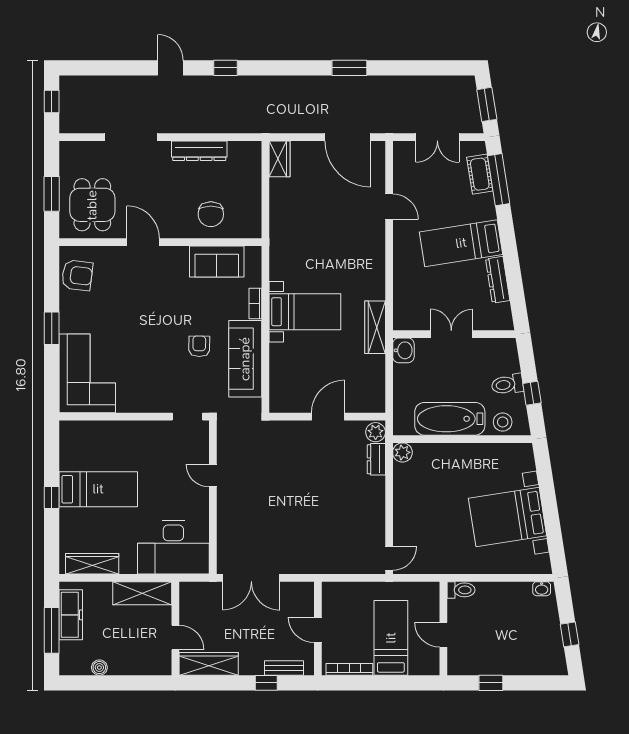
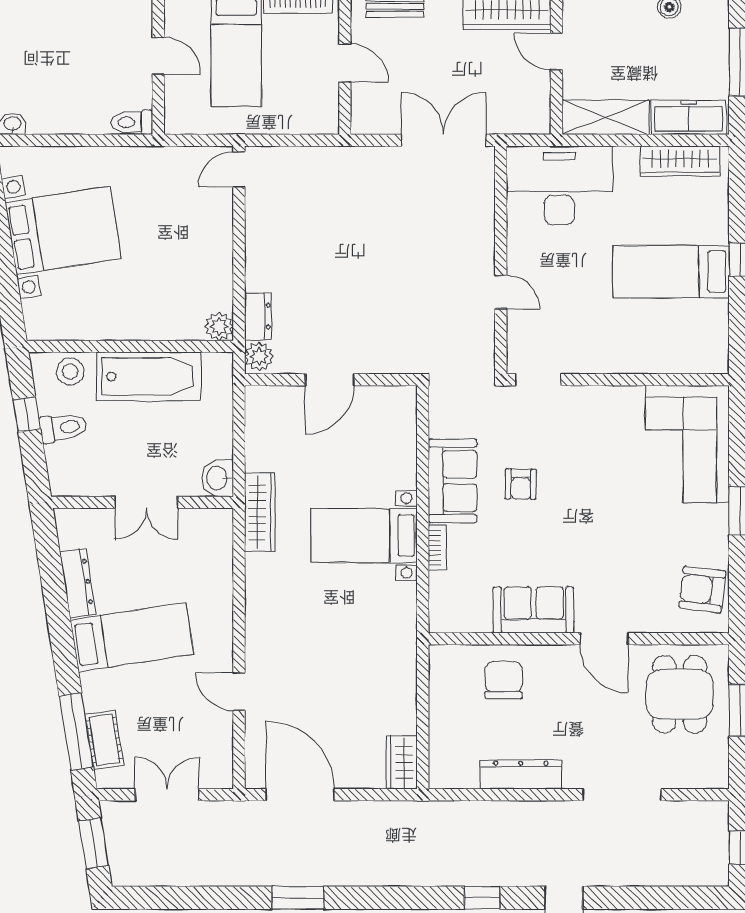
sofa: (217, 262) -> (534, 610), moved
sofa: (245, 359) -> (453, 481), width x0.73
freezer: (71, 615) -> (689, 117), moved, turned 90

